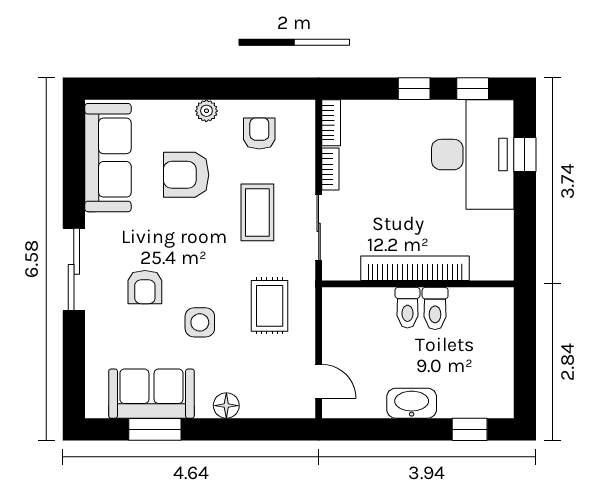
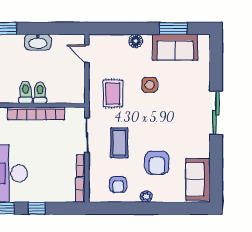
sofa: (108, 158) -> (198, 179), width x0.73
armchair: (186, 175) -> (157, 163), turned 90
armchair: (145, 287) -> (179, 103), removed

